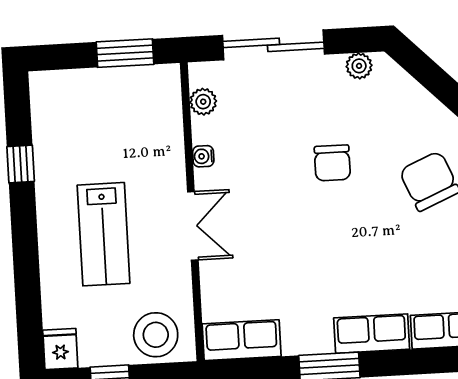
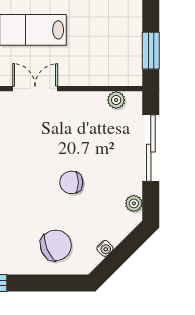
water cooler: (203, 156) -> (105, 248), moved, turned 135
double door: (193, 226) -> (35, 89), swing flipped

